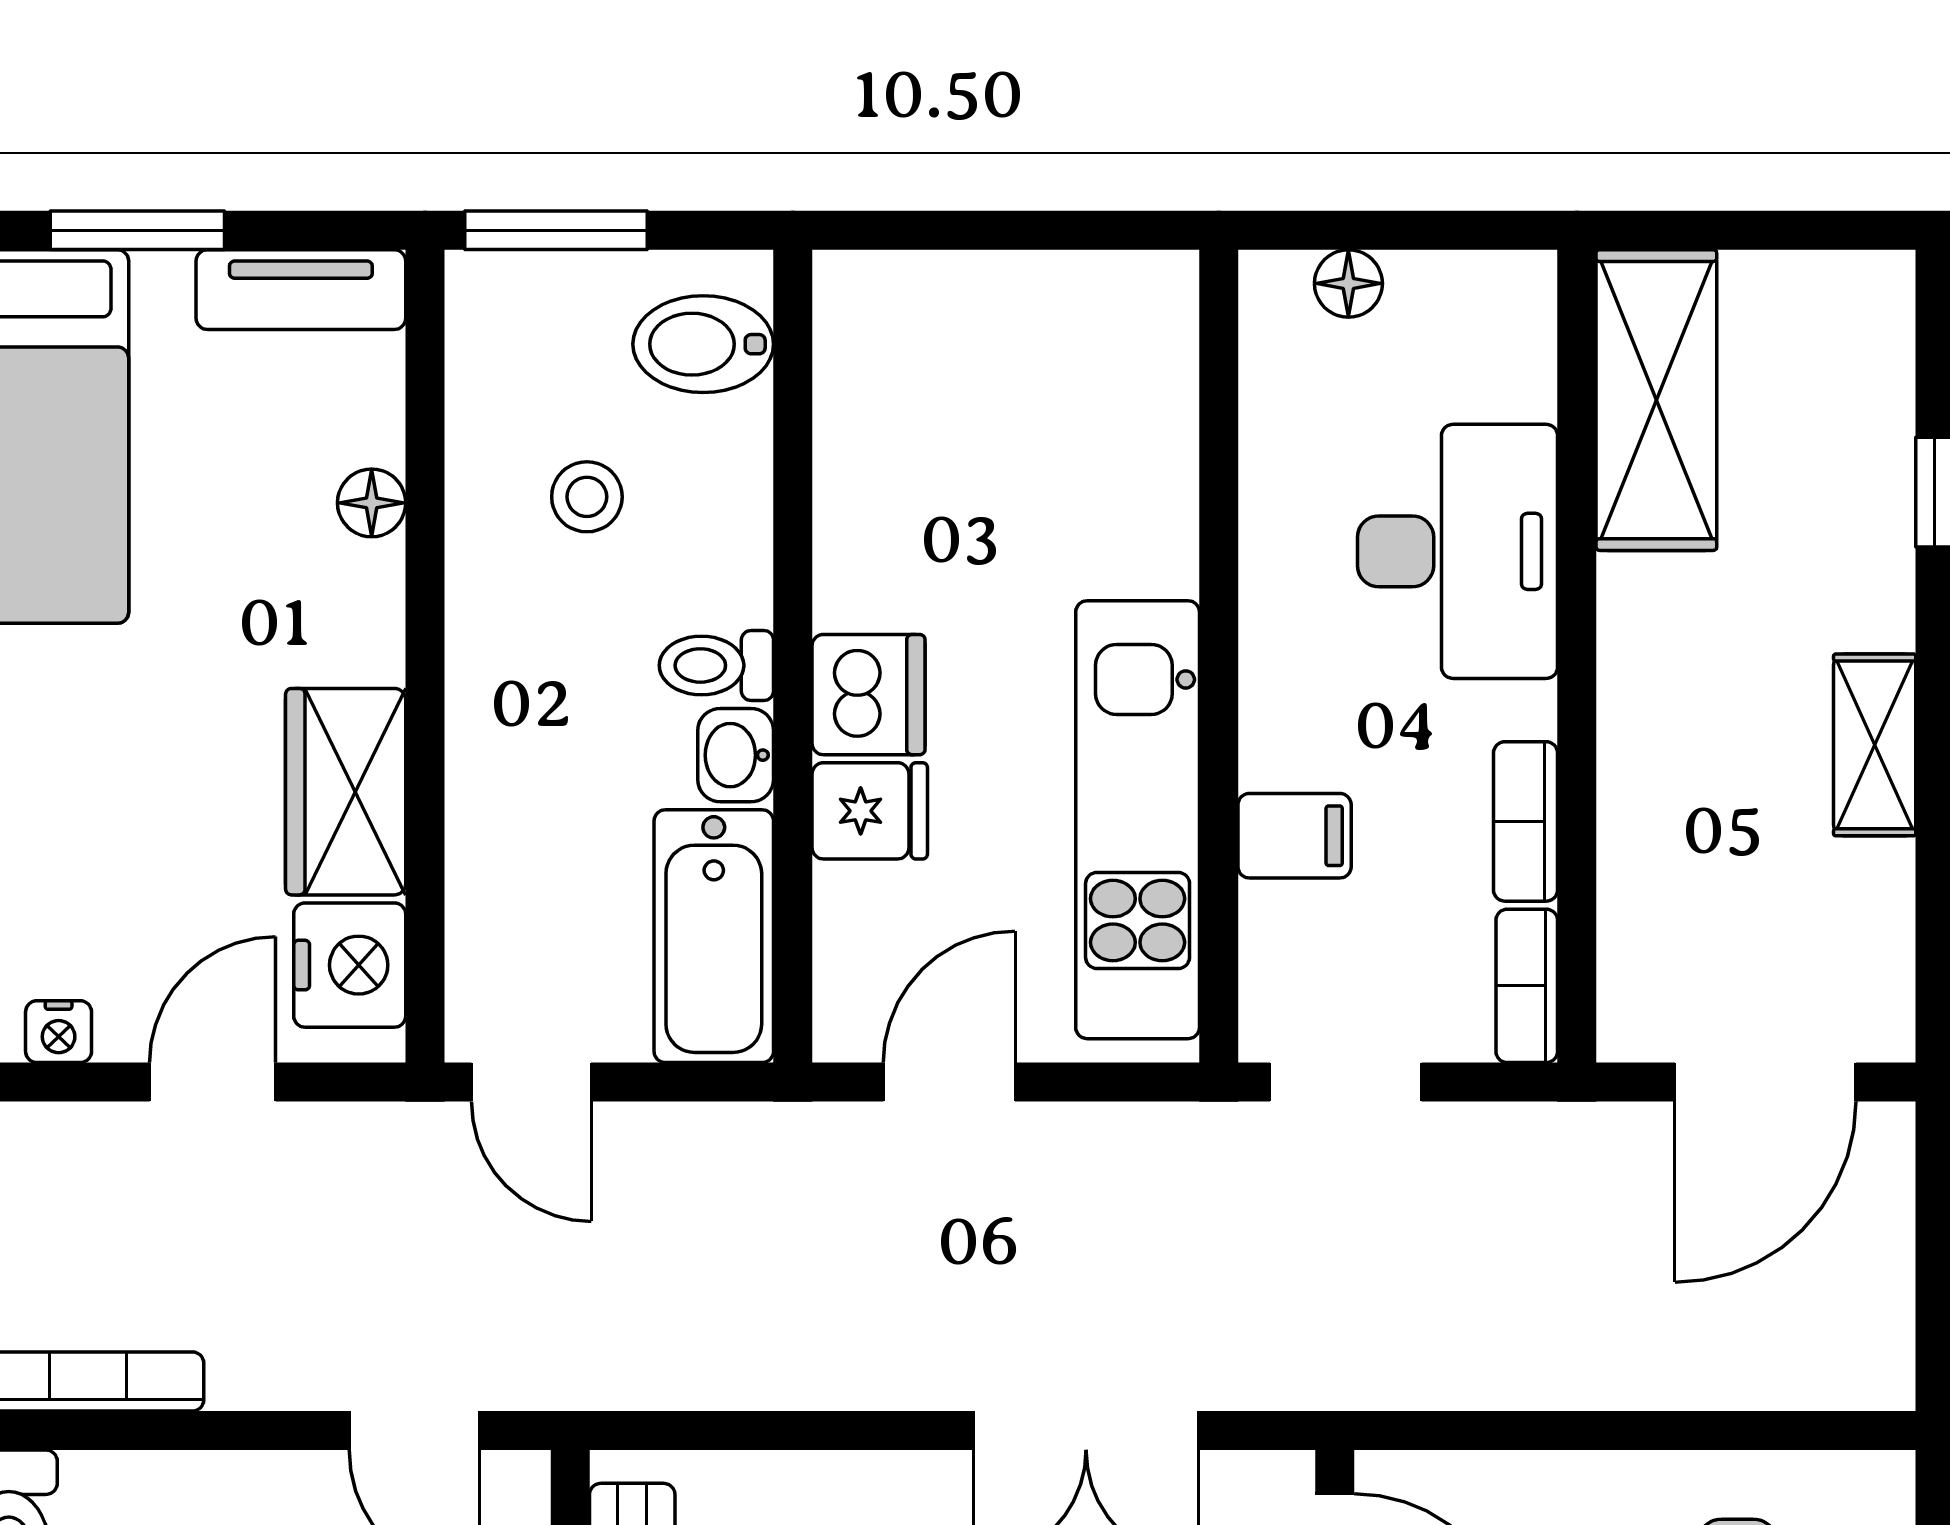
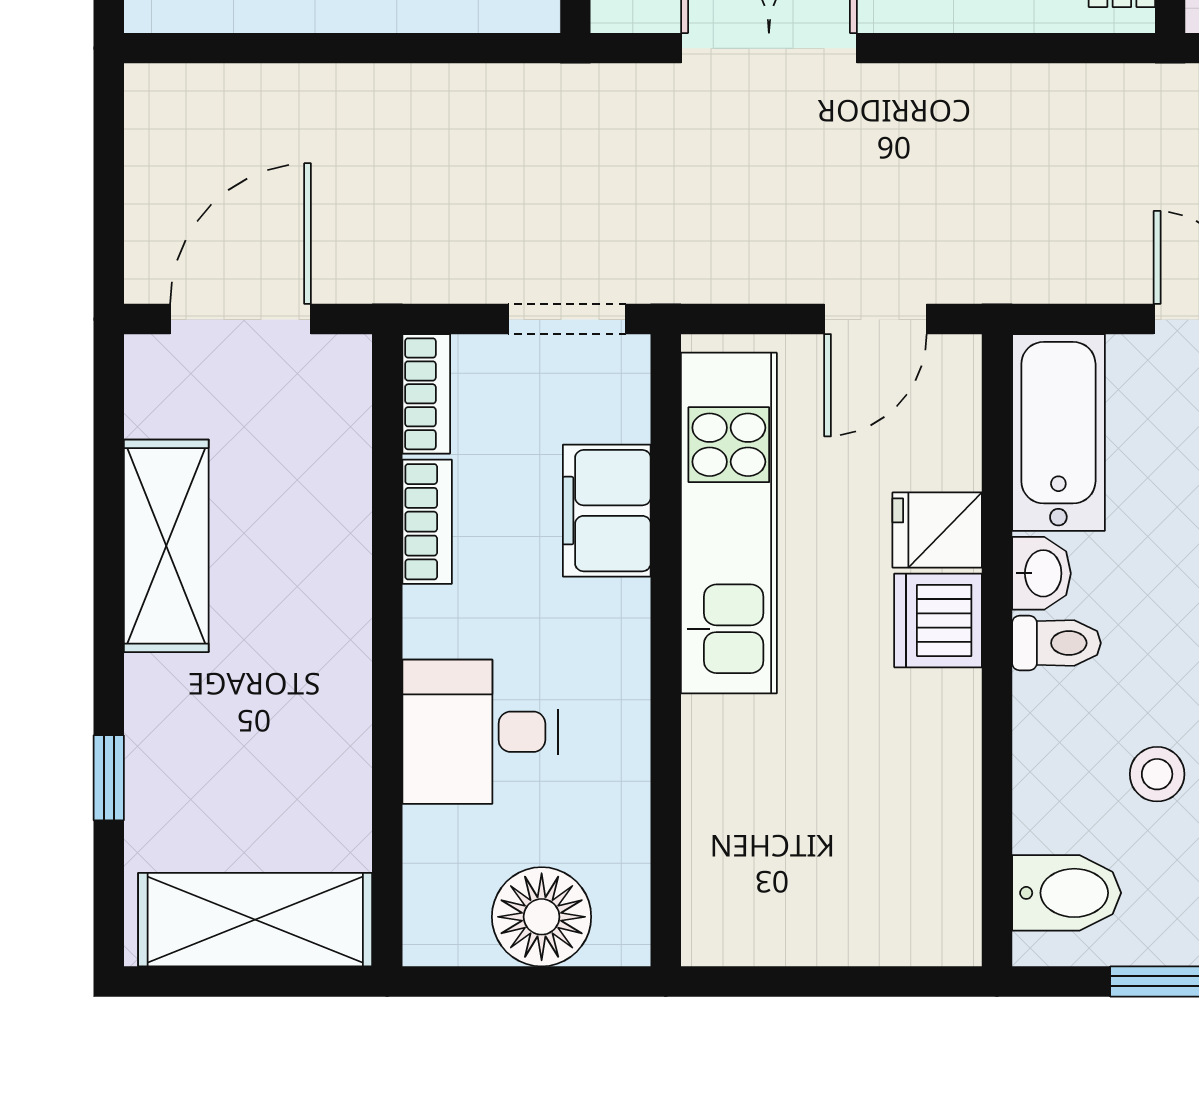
floor lamp: (1348, 283) -> (542, 917), width x1.89, depth x1.89
shelving: (1656, 400) -> (255, 920), moved, turned 90
desk: (1458, 551) -> (480, 732), width x0.73
shelving: (1875, 745) -> (166, 546), width x1.50, depth x1.33
filing cabinet: (1295, 836) -> (607, 511), width x2.00

